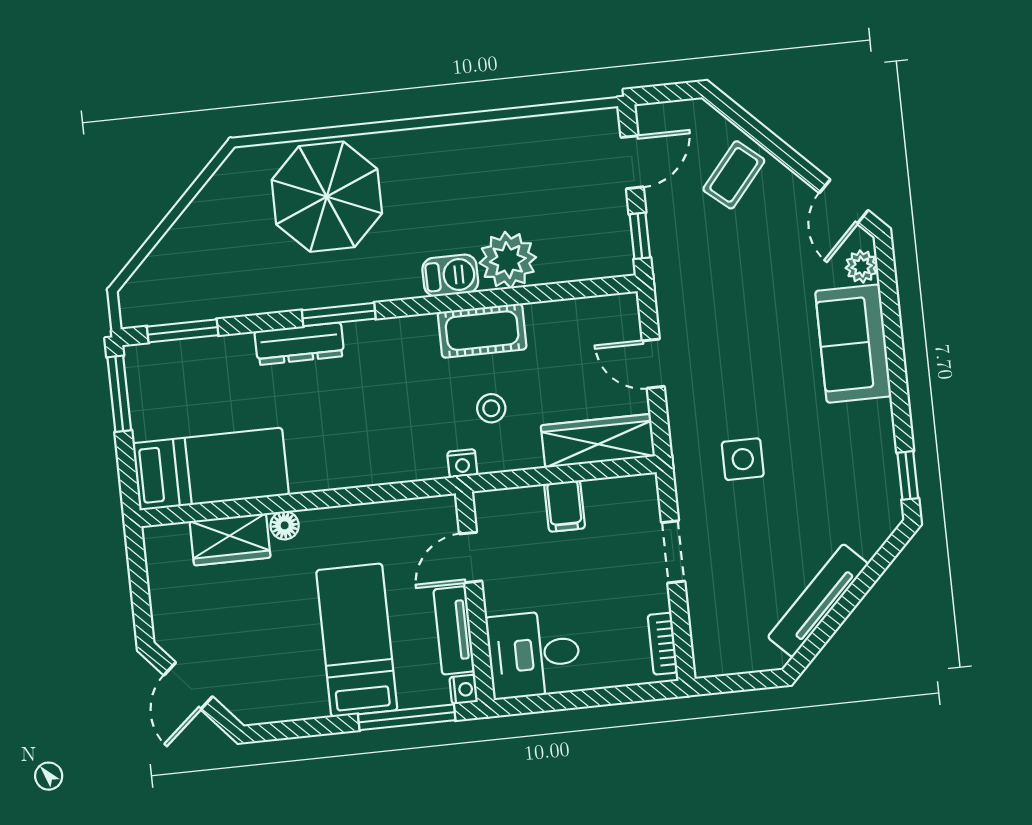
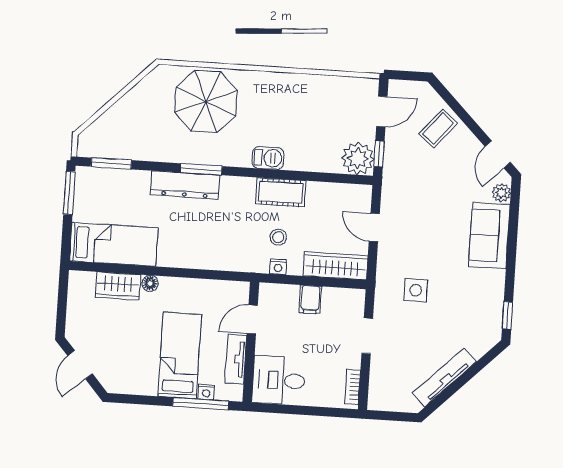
plant: (508, 260) -> (358, 158), moved
dresser: (299, 344) -> (185, 185), width x1.37, depth x1.24
nightstand: (462, 463) -> (278, 267), moved
nightstand: (464, 689) -> (206, 392), moved, turned 90

